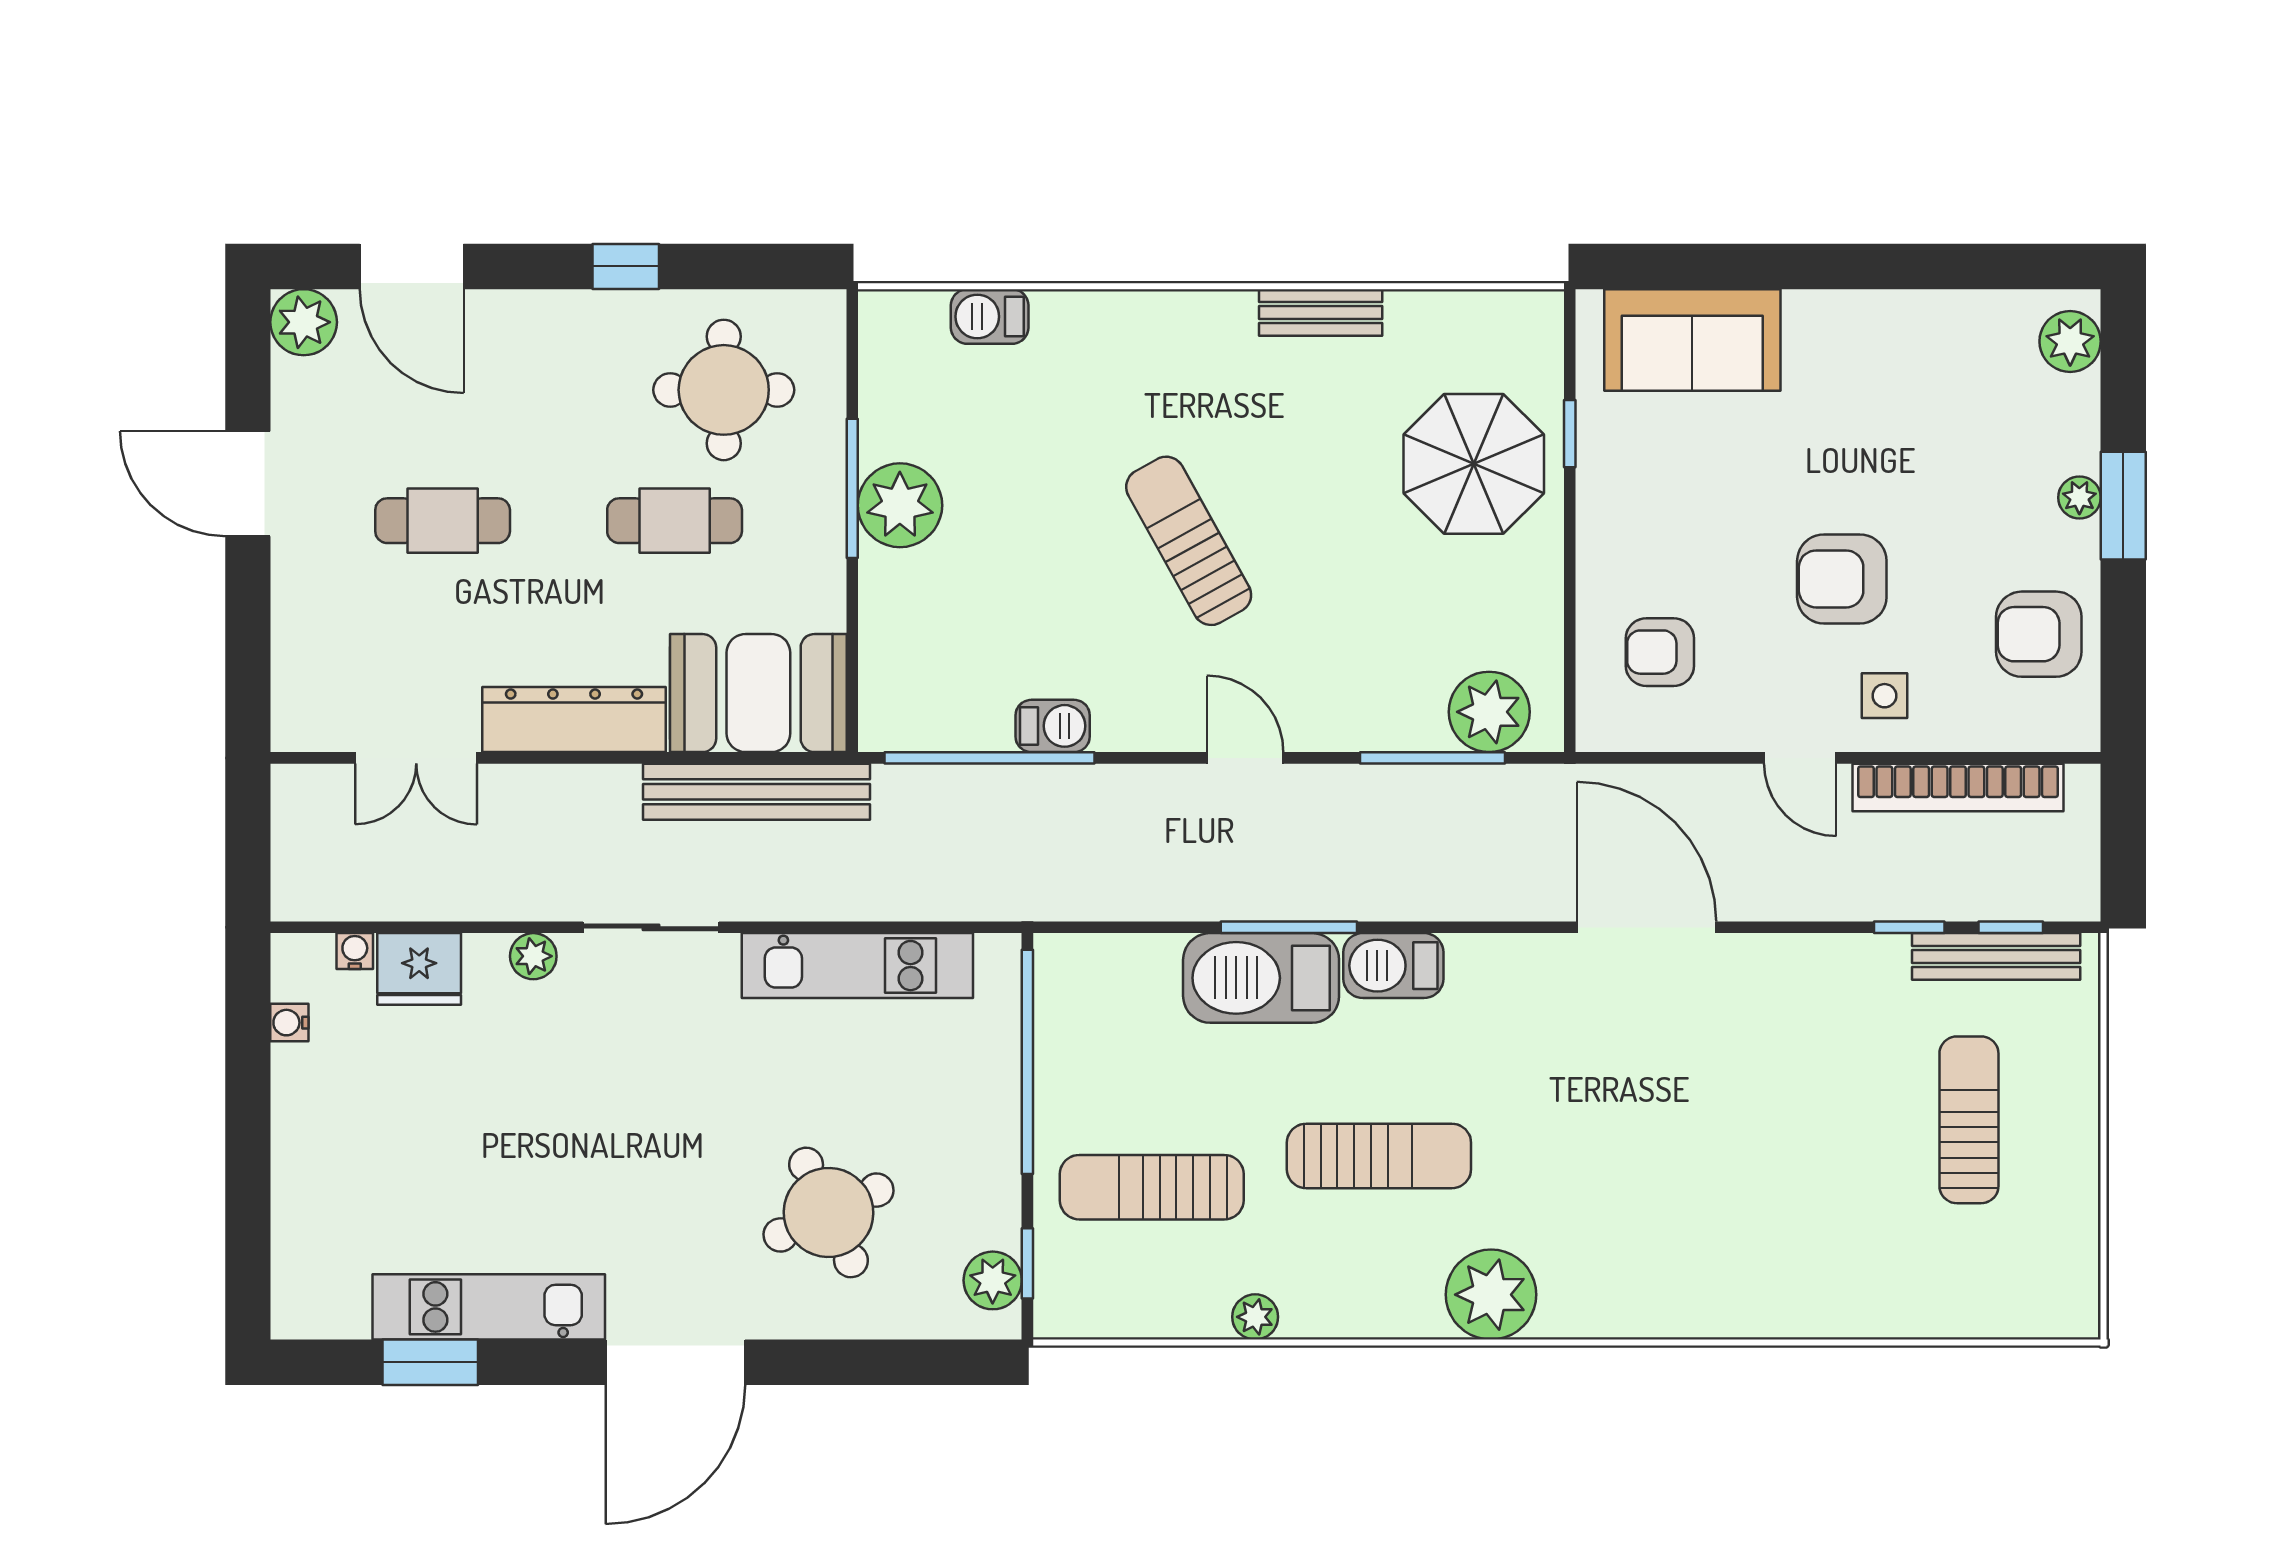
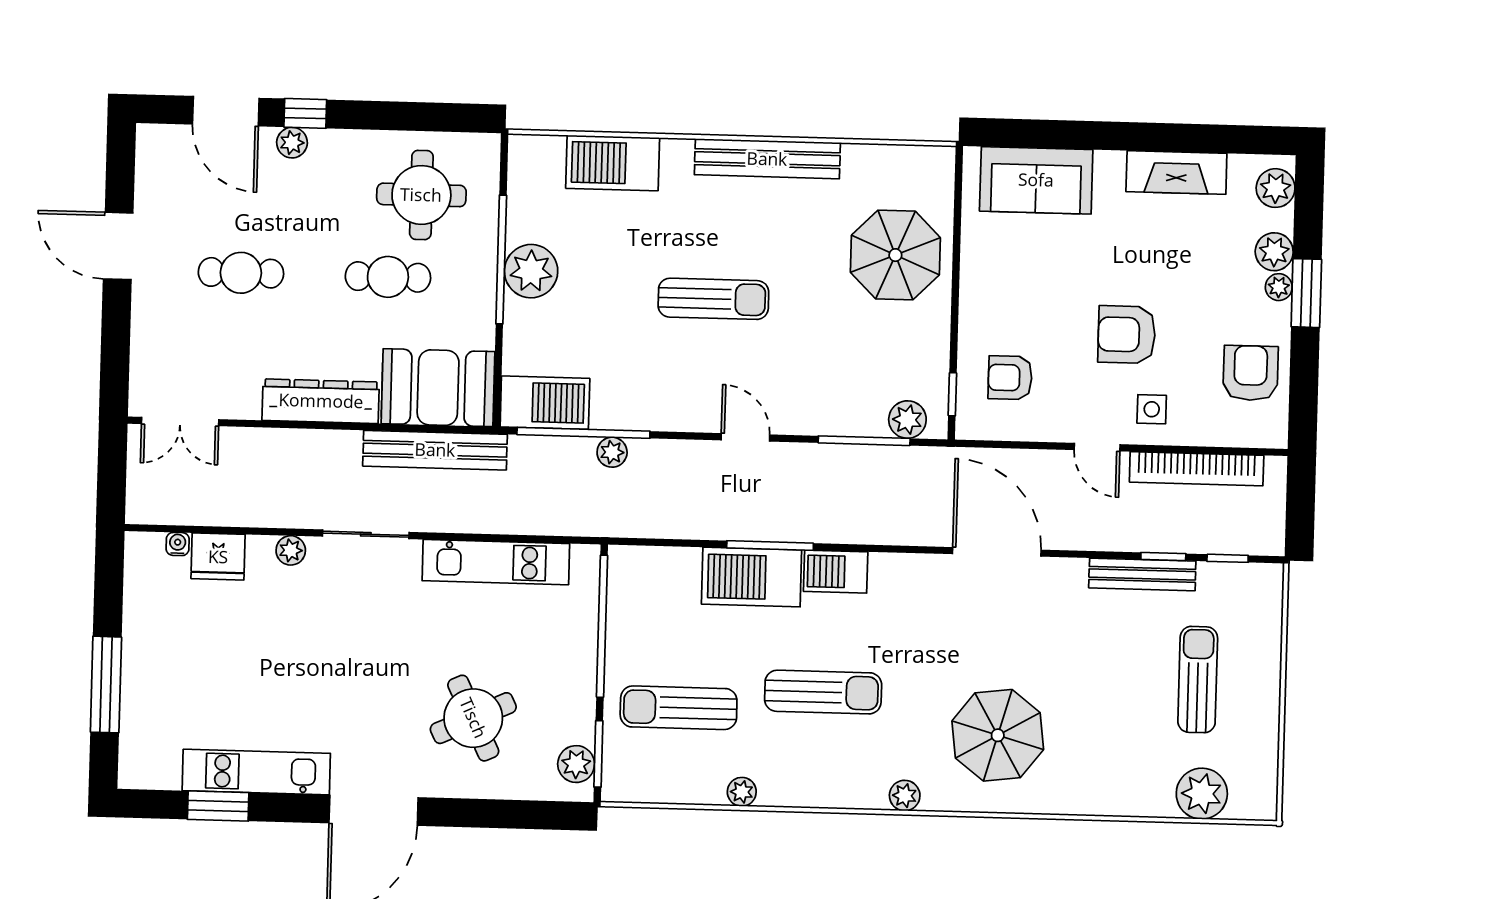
window: (626, 266) -> (305, 113), moved
bench: (1321, 313) -> (767, 159), width x1.86, depth x1.21
barbecue: (990, 317) -> (613, 163), width x1.88, depth x1.53
fireplace: (1913, 321) -> (1176, 173), added
plant: (304, 322) -> (292, 143), moved, width x0.73, depth x0.73
window: (1570, 434) -> (952, 394), moved
plant: (2071, 442) -> (1274, 252), added
window: (852, 488) -> (501, 260), width x1.46
sun lounger: (1189, 541) -> (713, 299), turned 119
armchair: (2039, 634) -> (1251, 373), turned 90
plant: (1489, 712) -> (907, 420), width x0.73, depth x0.73
barbecue: (1053, 726) -> (545, 403), moved, width x1.88, depth x1.53
double door: (416, 758) -> (180, 422), moved
plant: (1036, 787) -> (612, 452), added
bench: (1996, 956) -> (1142, 574), moved
water cooler: (289, 1023) -> (135, 588), removed
window: (248, 1176) -> (106, 685), added
parasol: (1656, 1216) -> (998, 735), added
window: (1027, 1263) -> (598, 754), width x1.50
plant: (1491, 1295) -> (905, 796), width x0.53, depth x0.53
plant: (1980, 1299) -> (1202, 794), added

